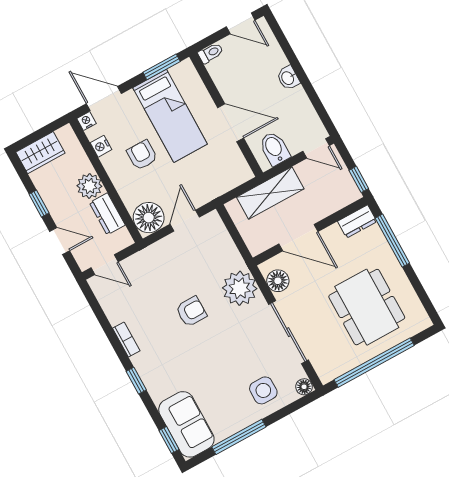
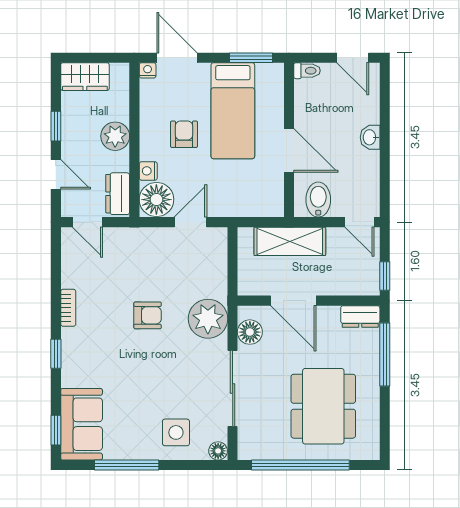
nightstand: (101, 146) -> (148, 171), moved
dresser: (107, 214) -> (118, 194), moved

